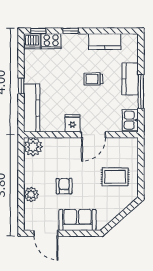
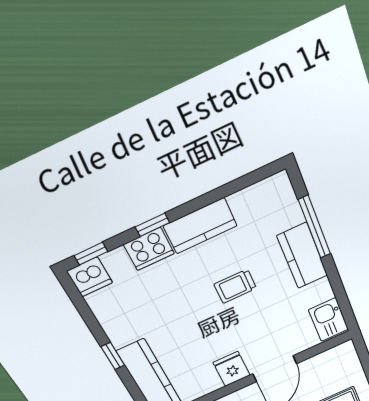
cooker: (51, 41) -> (149, 249), moved
kitchen counter: (105, 42) -> (200, 226), moved
window: (141, 91) -> (315, 227), moved

